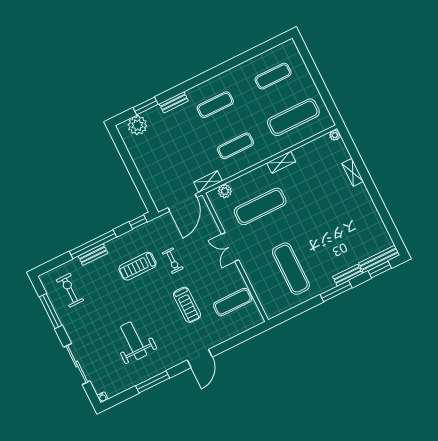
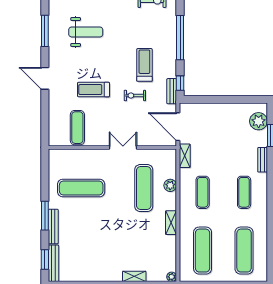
exercise mat: (273, 76) -> (244, 251), width x1.36, depth x1.45
plant: (225, 191) -> (170, 185), moved
bench: (93, 255) -> (172, 91), moved
bench: (348, 275) -> (53, 227), width x1.36

